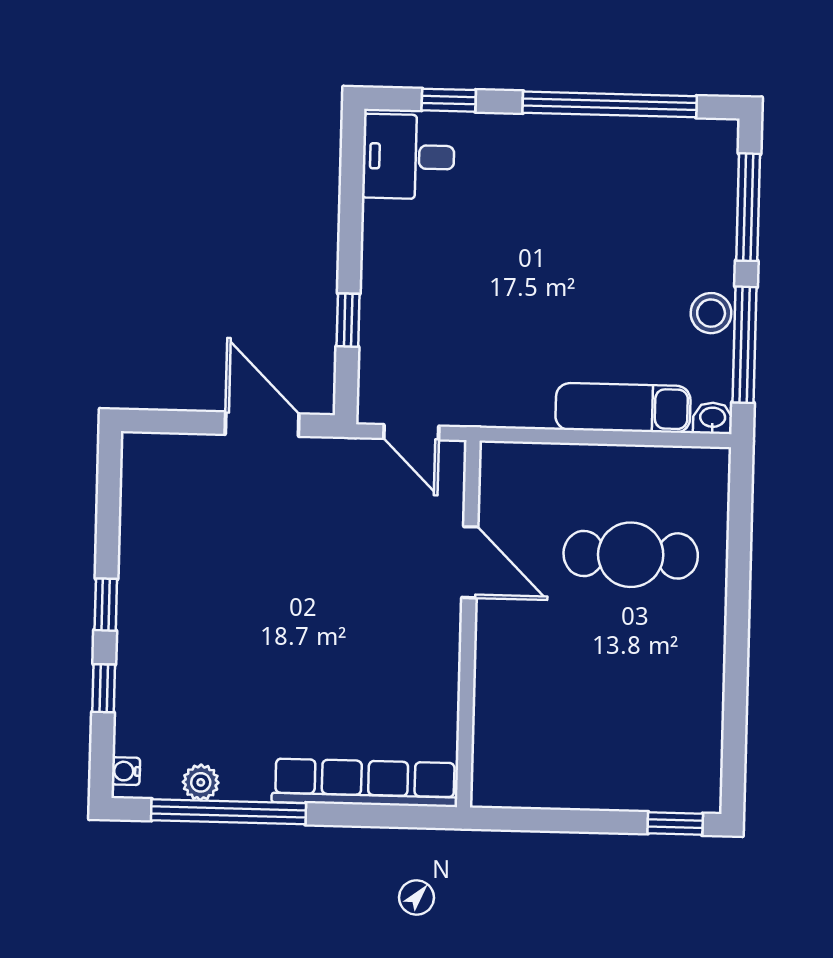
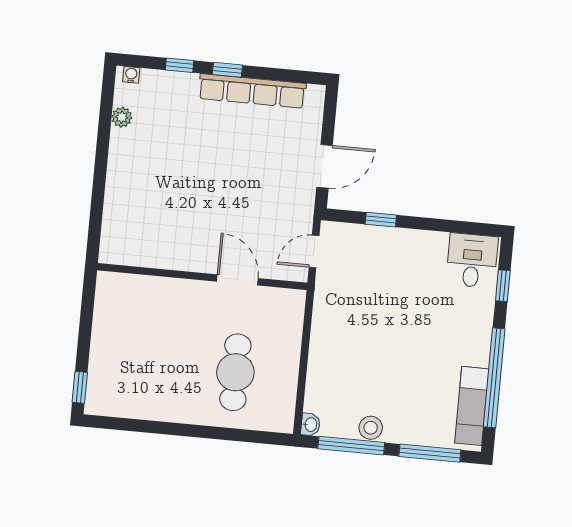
exam couch: (623, 408) -> (472, 406), moved, turned 180
door: (470, 562) -> (237, 280), swing flipped
row of seats: (365, 783) -> (252, 91), moved, turned 90
window: (229, 812) -> (104, 132), removed

